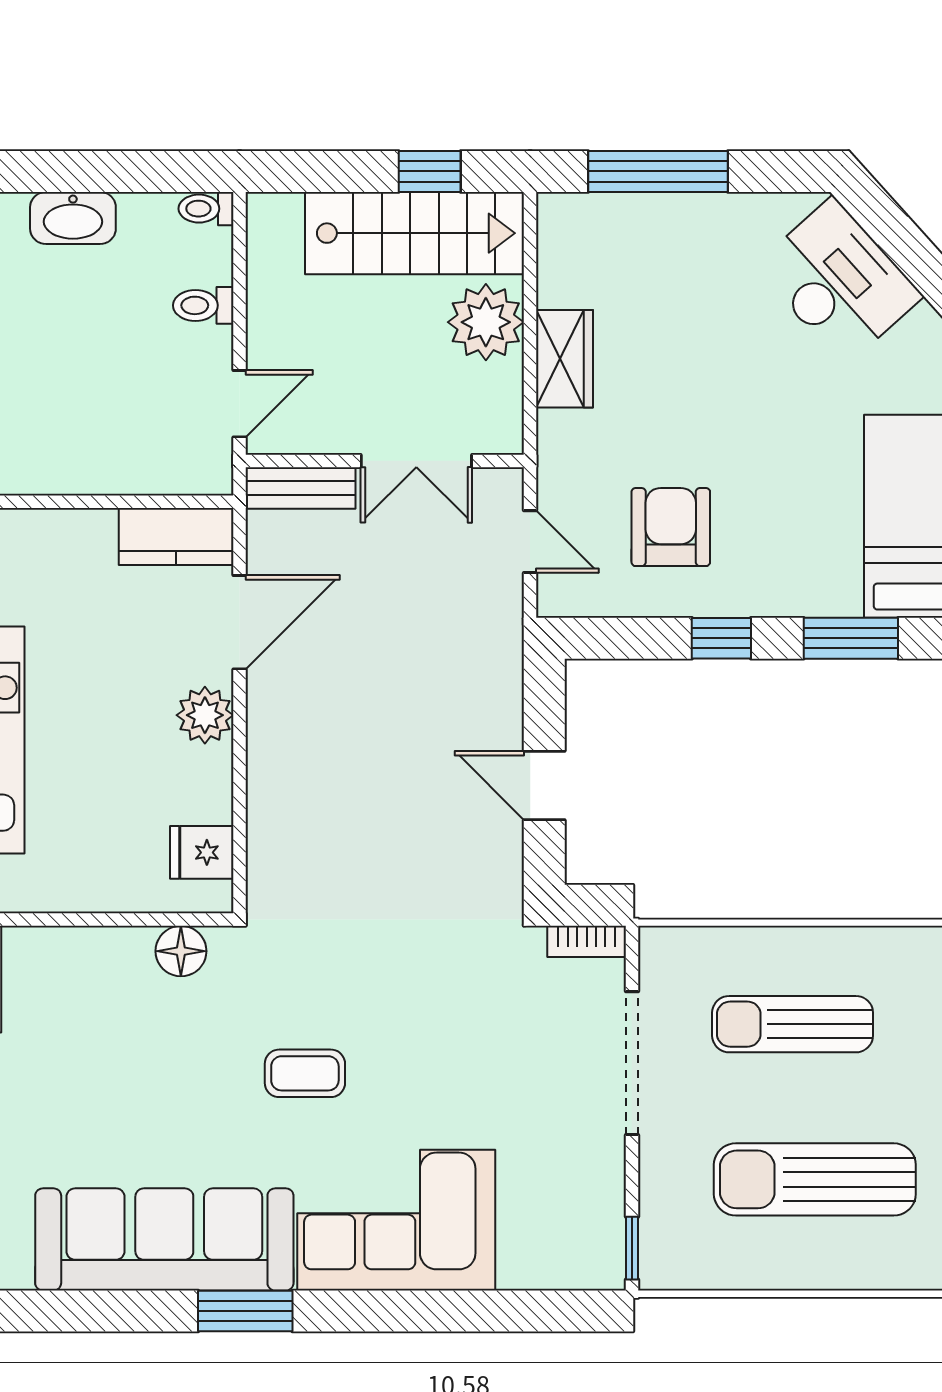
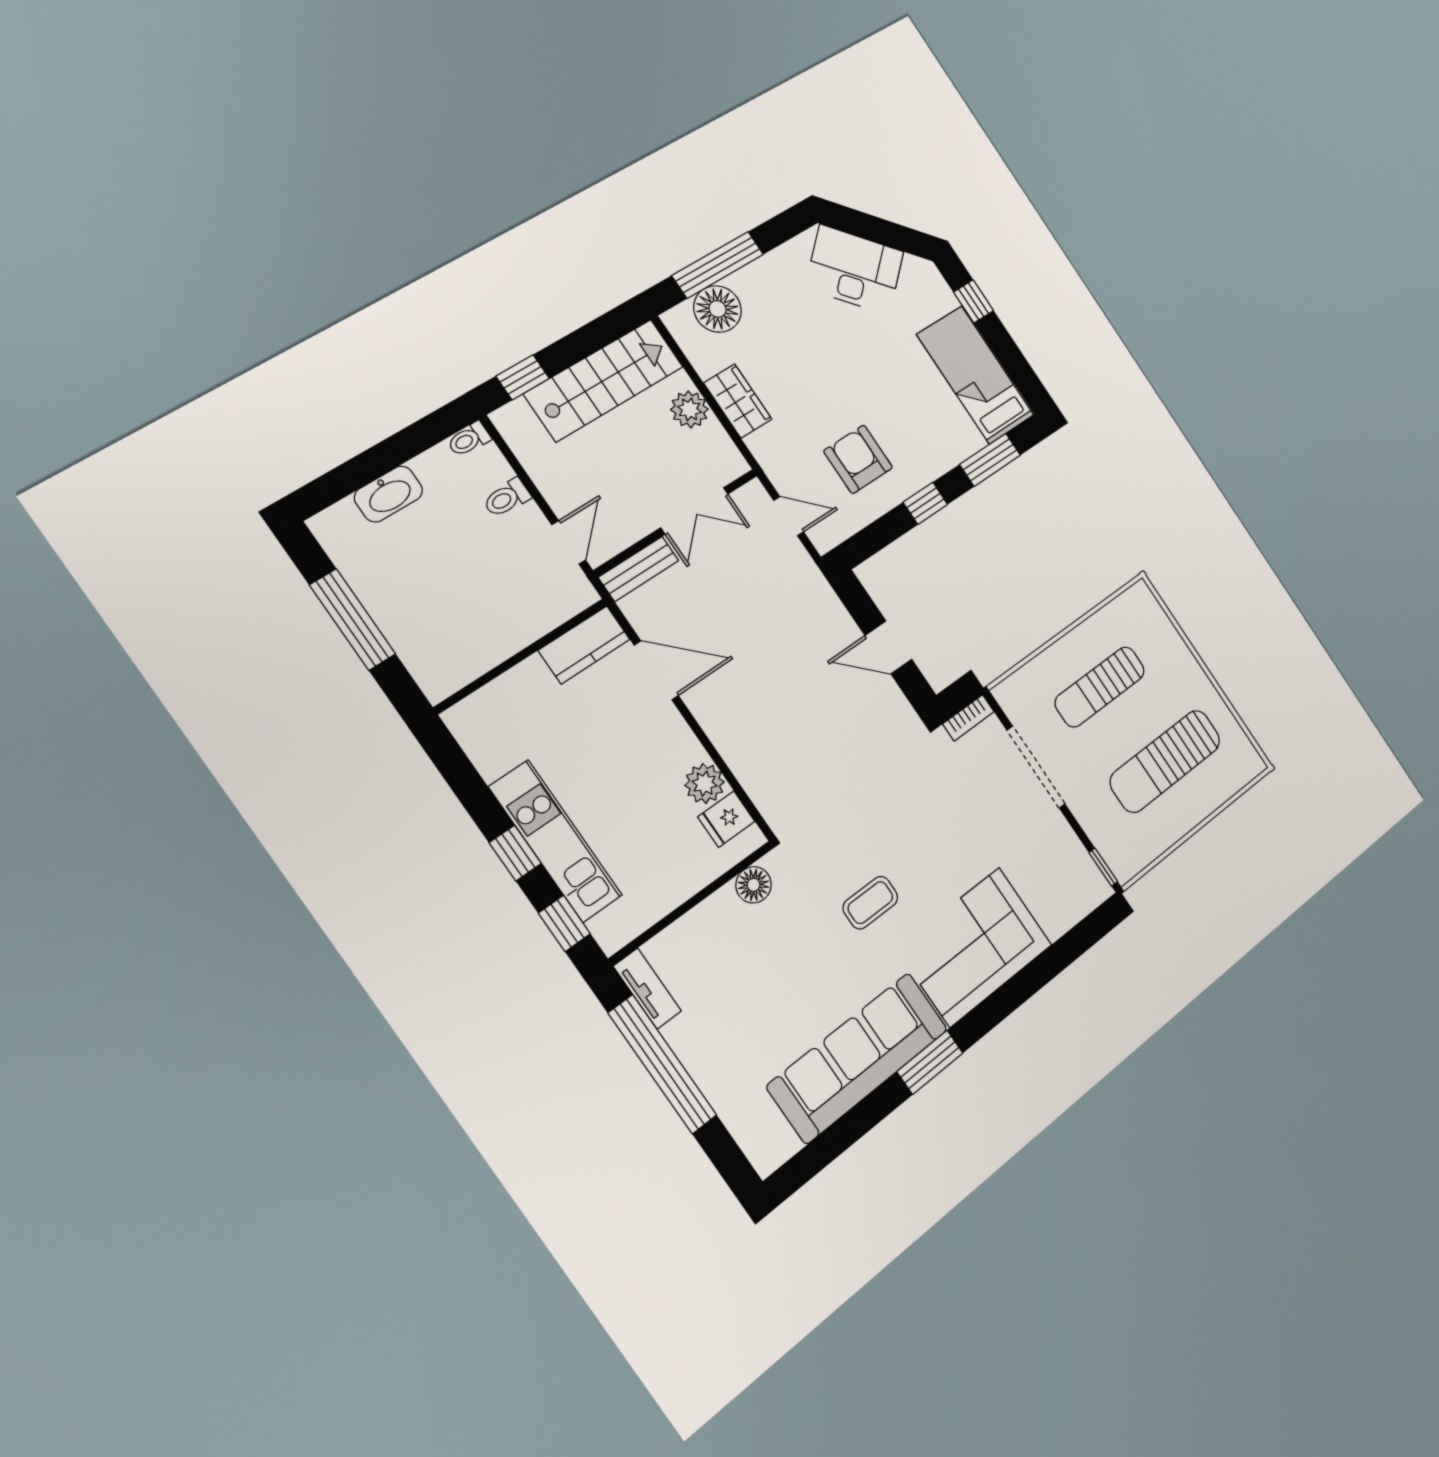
window: (430, 171) -> (523, 377), moved
floor lamp: (619, 227) -> (718, 309), added
plant: (486, 322) -> (690, 409), width x0.73, depth x0.73
door: (240, 622) -> (656, 670), hinge flipped
plant: (205, 715) -> (705, 784), moved

